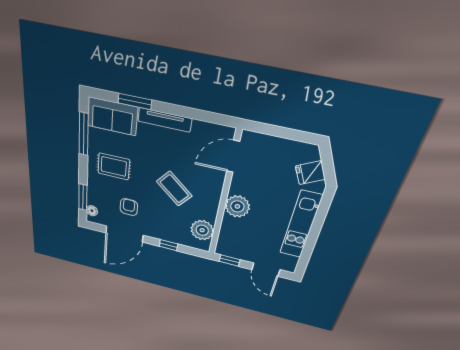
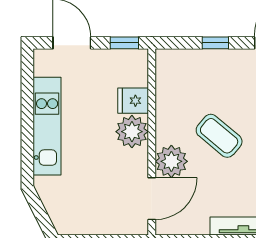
fridge: (310, 173) -> (133, 101), moved, turned -153
plant: (202, 230) -> (171, 161), moved

